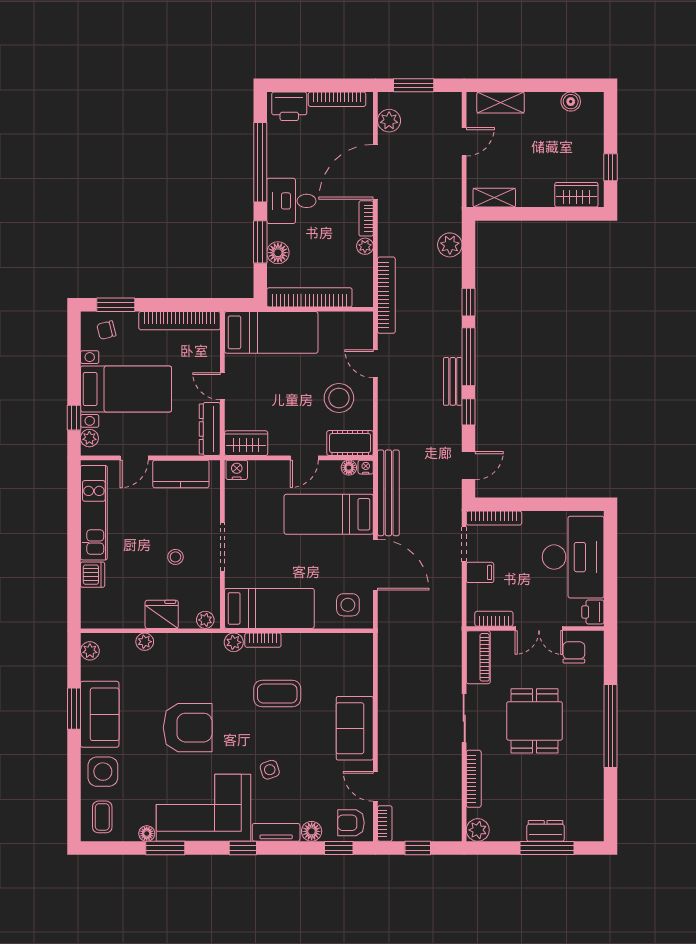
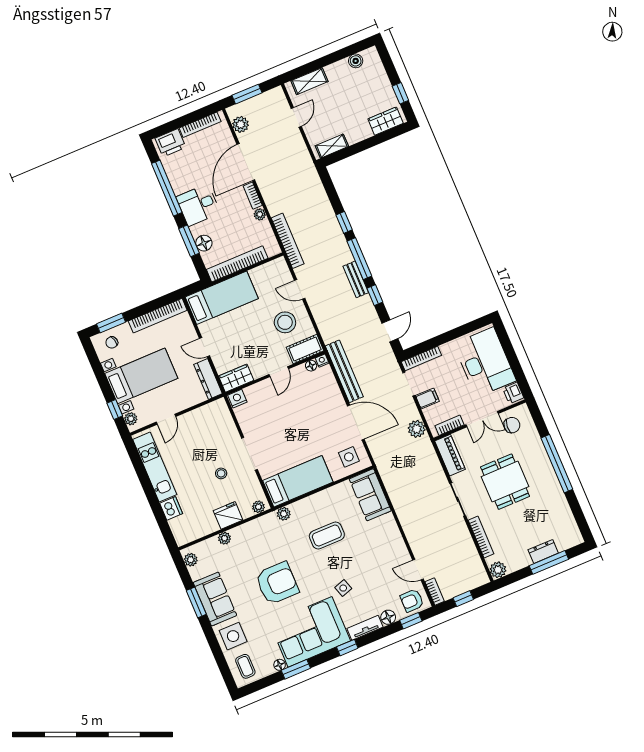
plant: (450, 245) -> (417, 429), moved
kitchen counter: (181, 474) -> (202, 417), removed
bed: (329, 514) -> (311, 402), removed
bookcase: (263, 640) -> (302, 504), removed
chair: (574, 652) -> (512, 425), turned 93
sofa: (355, 728) -> (370, 495), moved

